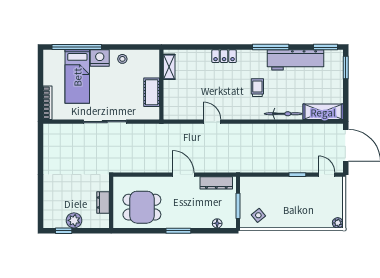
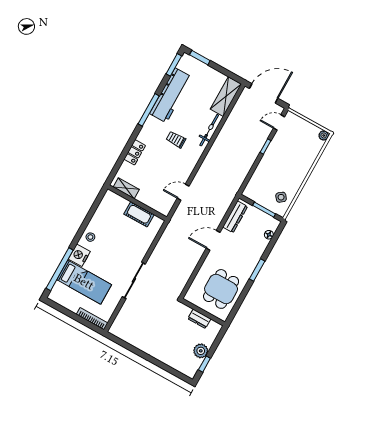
shelving: (169, 67) -> (126, 188), moved
wall: (161, 85) -> (137, 203), moved
cot: (152, 92) -> (139, 214), moved

